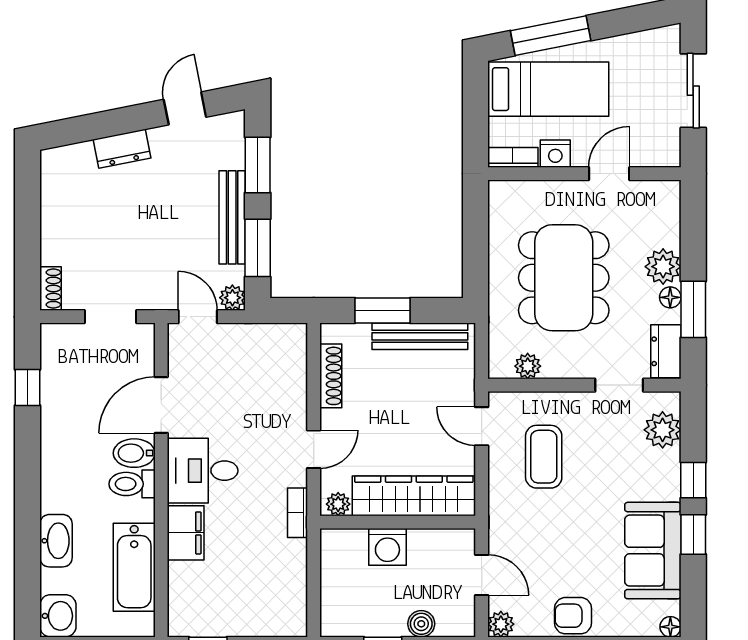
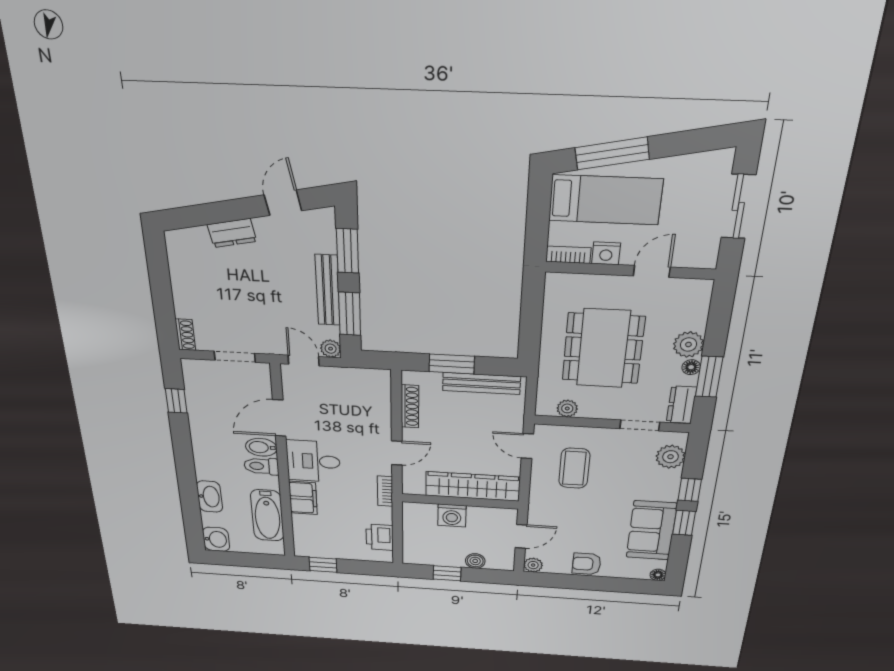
plant: (338, 504) -> (415, 488), removed
door: (482, 575) -> (521, 536), hinge flipped
printer: (289, 593) -> (380, 537), added

